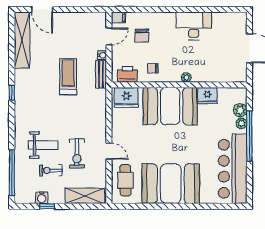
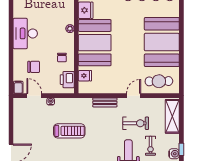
desk: (194, 26) -> (25, 33), moved
bench: (101, 74) -> (105, 102), moved
treadmill: (68, 77) -> (69, 131), turned 180
fridge: (126, 97) -> (85, 76), width x0.53, depth x0.75

